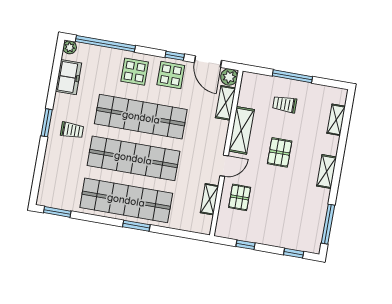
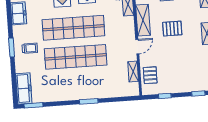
pallet: (280, 152) -> (172, 29), turned 90
freezer: (49, 185) -> (24, 88), added
pallet: (240, 197) -> (150, 75), moved
shop shelf: (126, 200) -> (78, 86), removed

